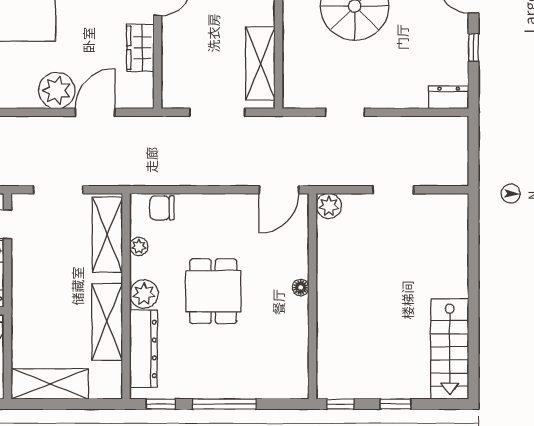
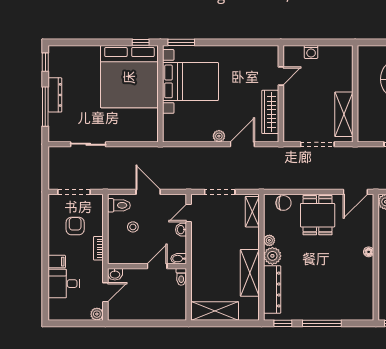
wardrobe: (140, 48) -> (270, 112), width x1.50
plant: (57, 90) -> (219, 136), width x0.53, depth x0.53
chair: (162, 208) -> (284, 203), turned 180
shelving: (107, 235) -> (252, 212), width x0.67, depth x0.75
plant: (139, 247) -> (269, 240), moved
dining table: (213, 291) -> (318, 215), moved

